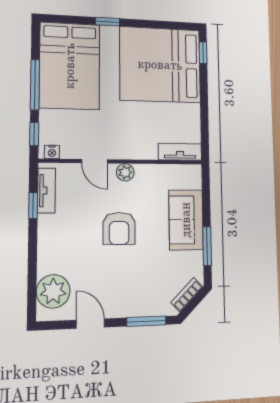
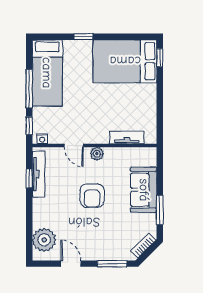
bed: (160, 65) -> (125, 61), width x0.73
bed: (70, 66) -> (47, 73), width x0.67
tv unit: (180, 152) -> (127, 137), moved
tv unit: (46, 191) -> (39, 174), width x1.41

